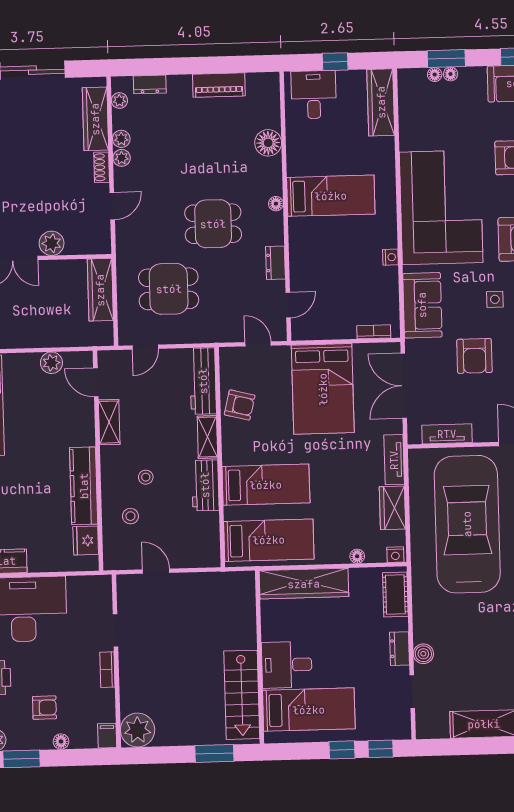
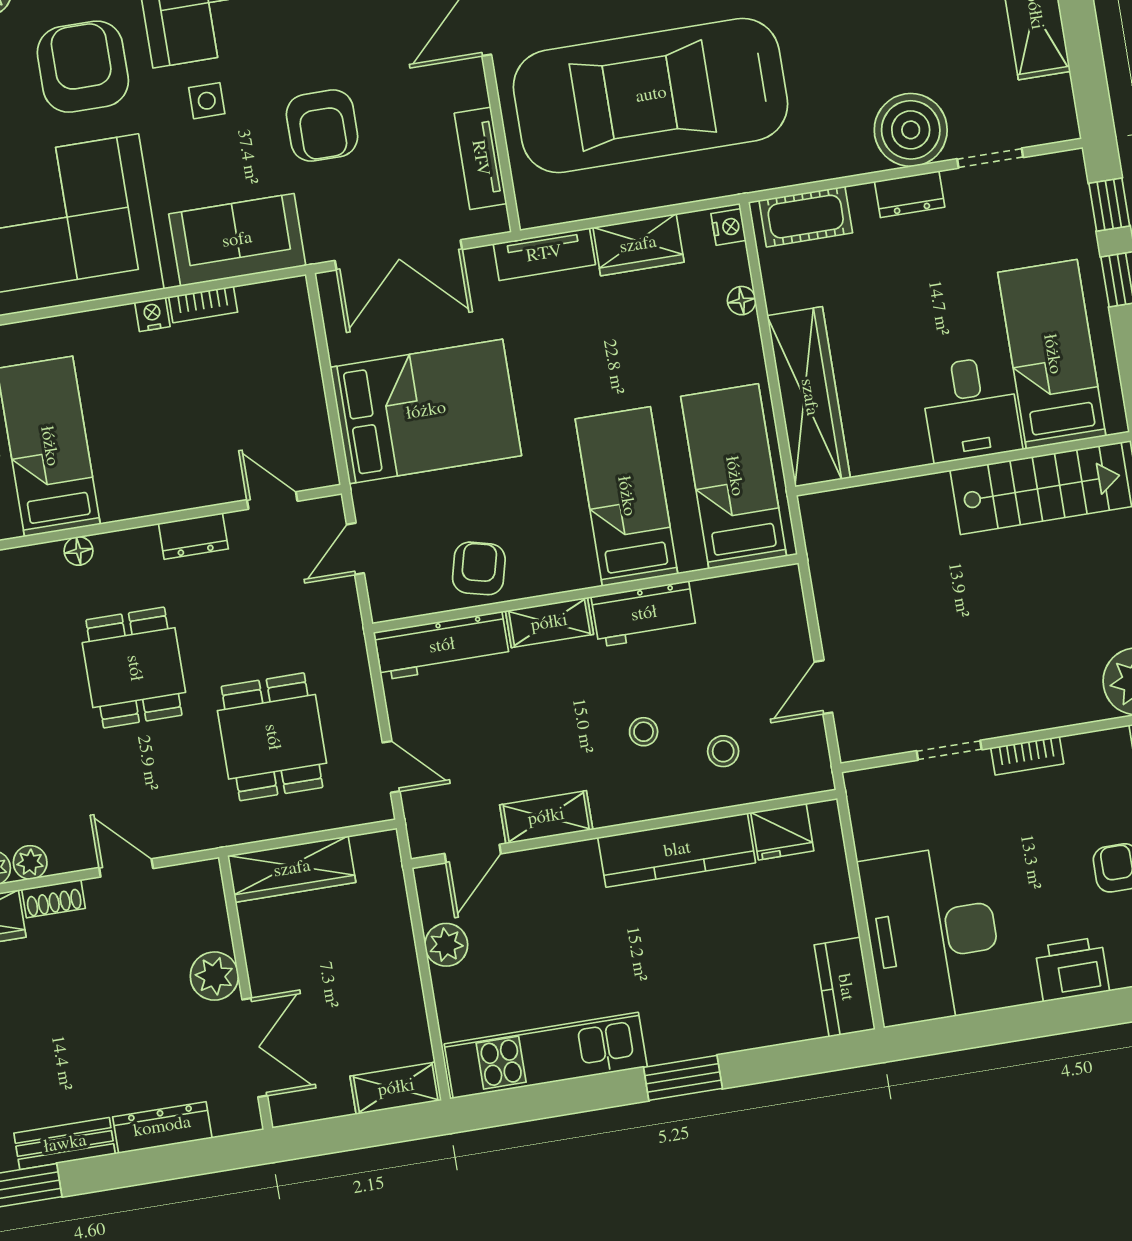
bookcase: (374, 332) -> (203, 304), moved, turned -90
armchair: (474, 356) -> (322, 126), turned 90
boiler: (423, 654) -> (911, 130), width x1.86, depth x1.86

